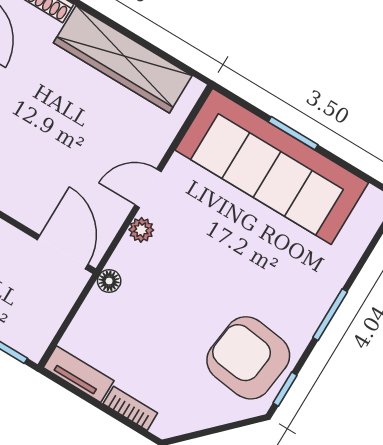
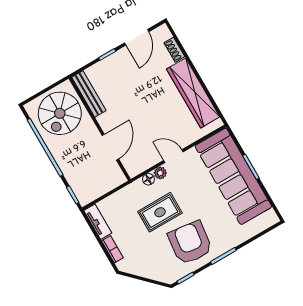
door: (63, 252) -> (110, 147), moved
floor lamp: (109, 281) -> (148, 179), moved
rug: (178, 298) -> (160, 212), added
armchair: (248, 358) -> (190, 243), moved

